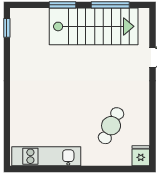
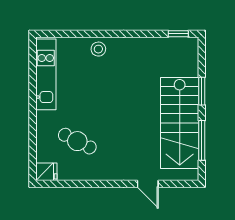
stool: (22, 105) -> (98, 49), added

